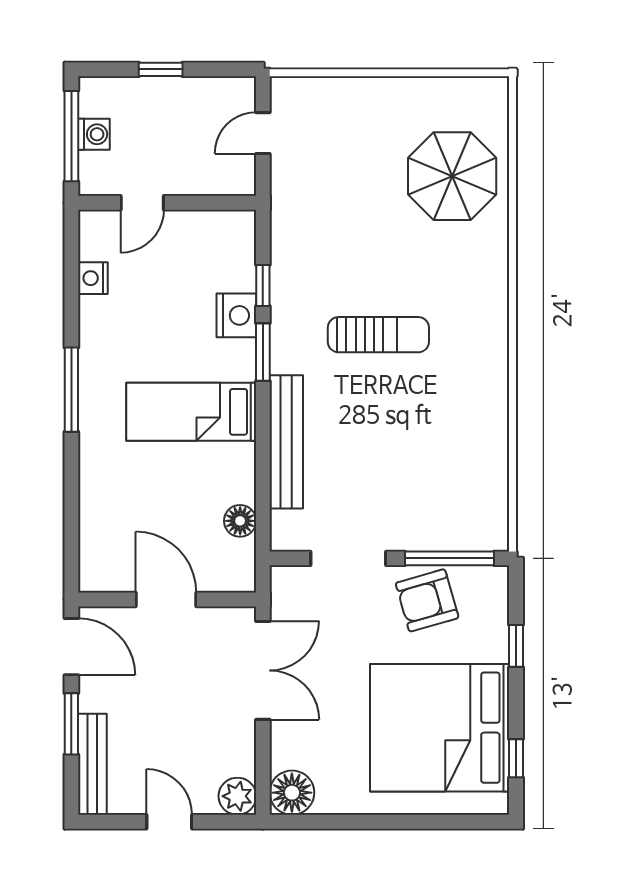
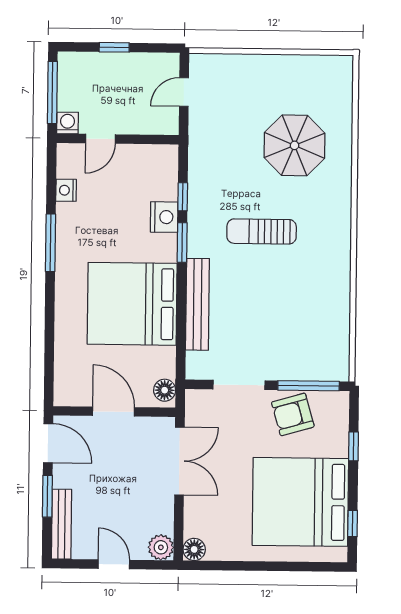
washing machine: (94, 134) -> (67, 123), moved, turned -90
parasol: (452, 176) -> (295, 145), moved
sun lounger: (378, 335) -> (262, 231), turned 180
window: (71, 390) -> (51, 243), moved
bed: (191, 412) -> (132, 304), width x2.04
floor lamp: (240, 521) -> (165, 390), moved
floor lamp: (292, 793) -> (194, 549), width x0.73, depth x0.73

